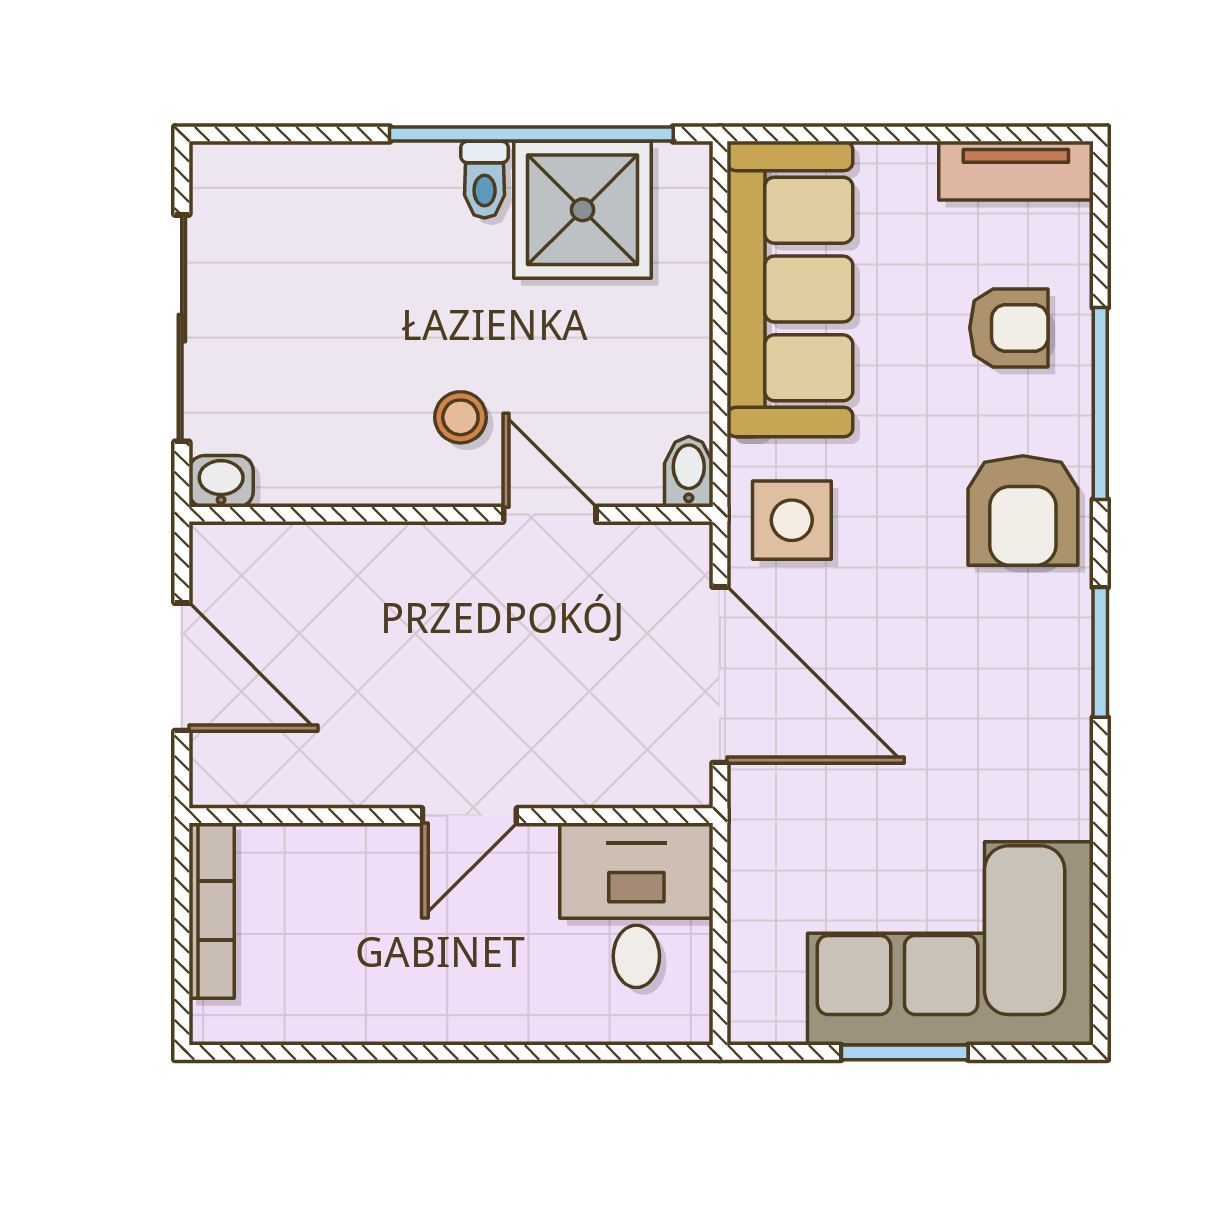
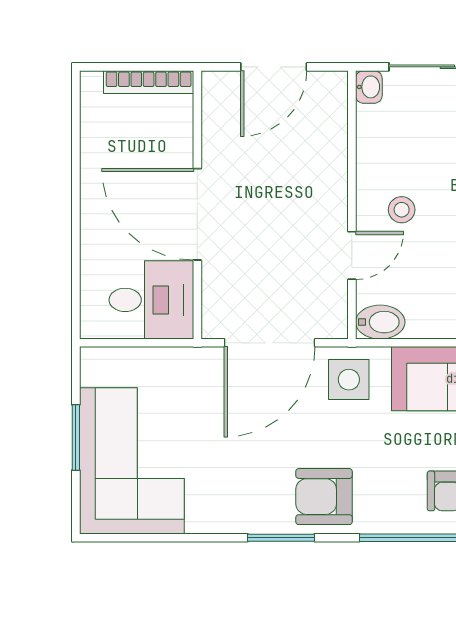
bidet: (689, 472) -> (380, 322), width x1.38, depth x1.36
armchair: (1023, 510) -> (324, 497), moved
door: (469, 816) -> (197, 214), width x1.88

